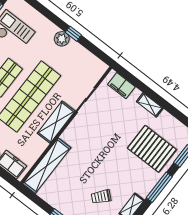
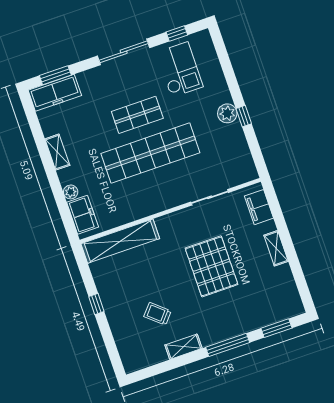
shelving: (56, 122) -> (162, 200), removed
pallet: (152, 149) -> (212, 266), moved

